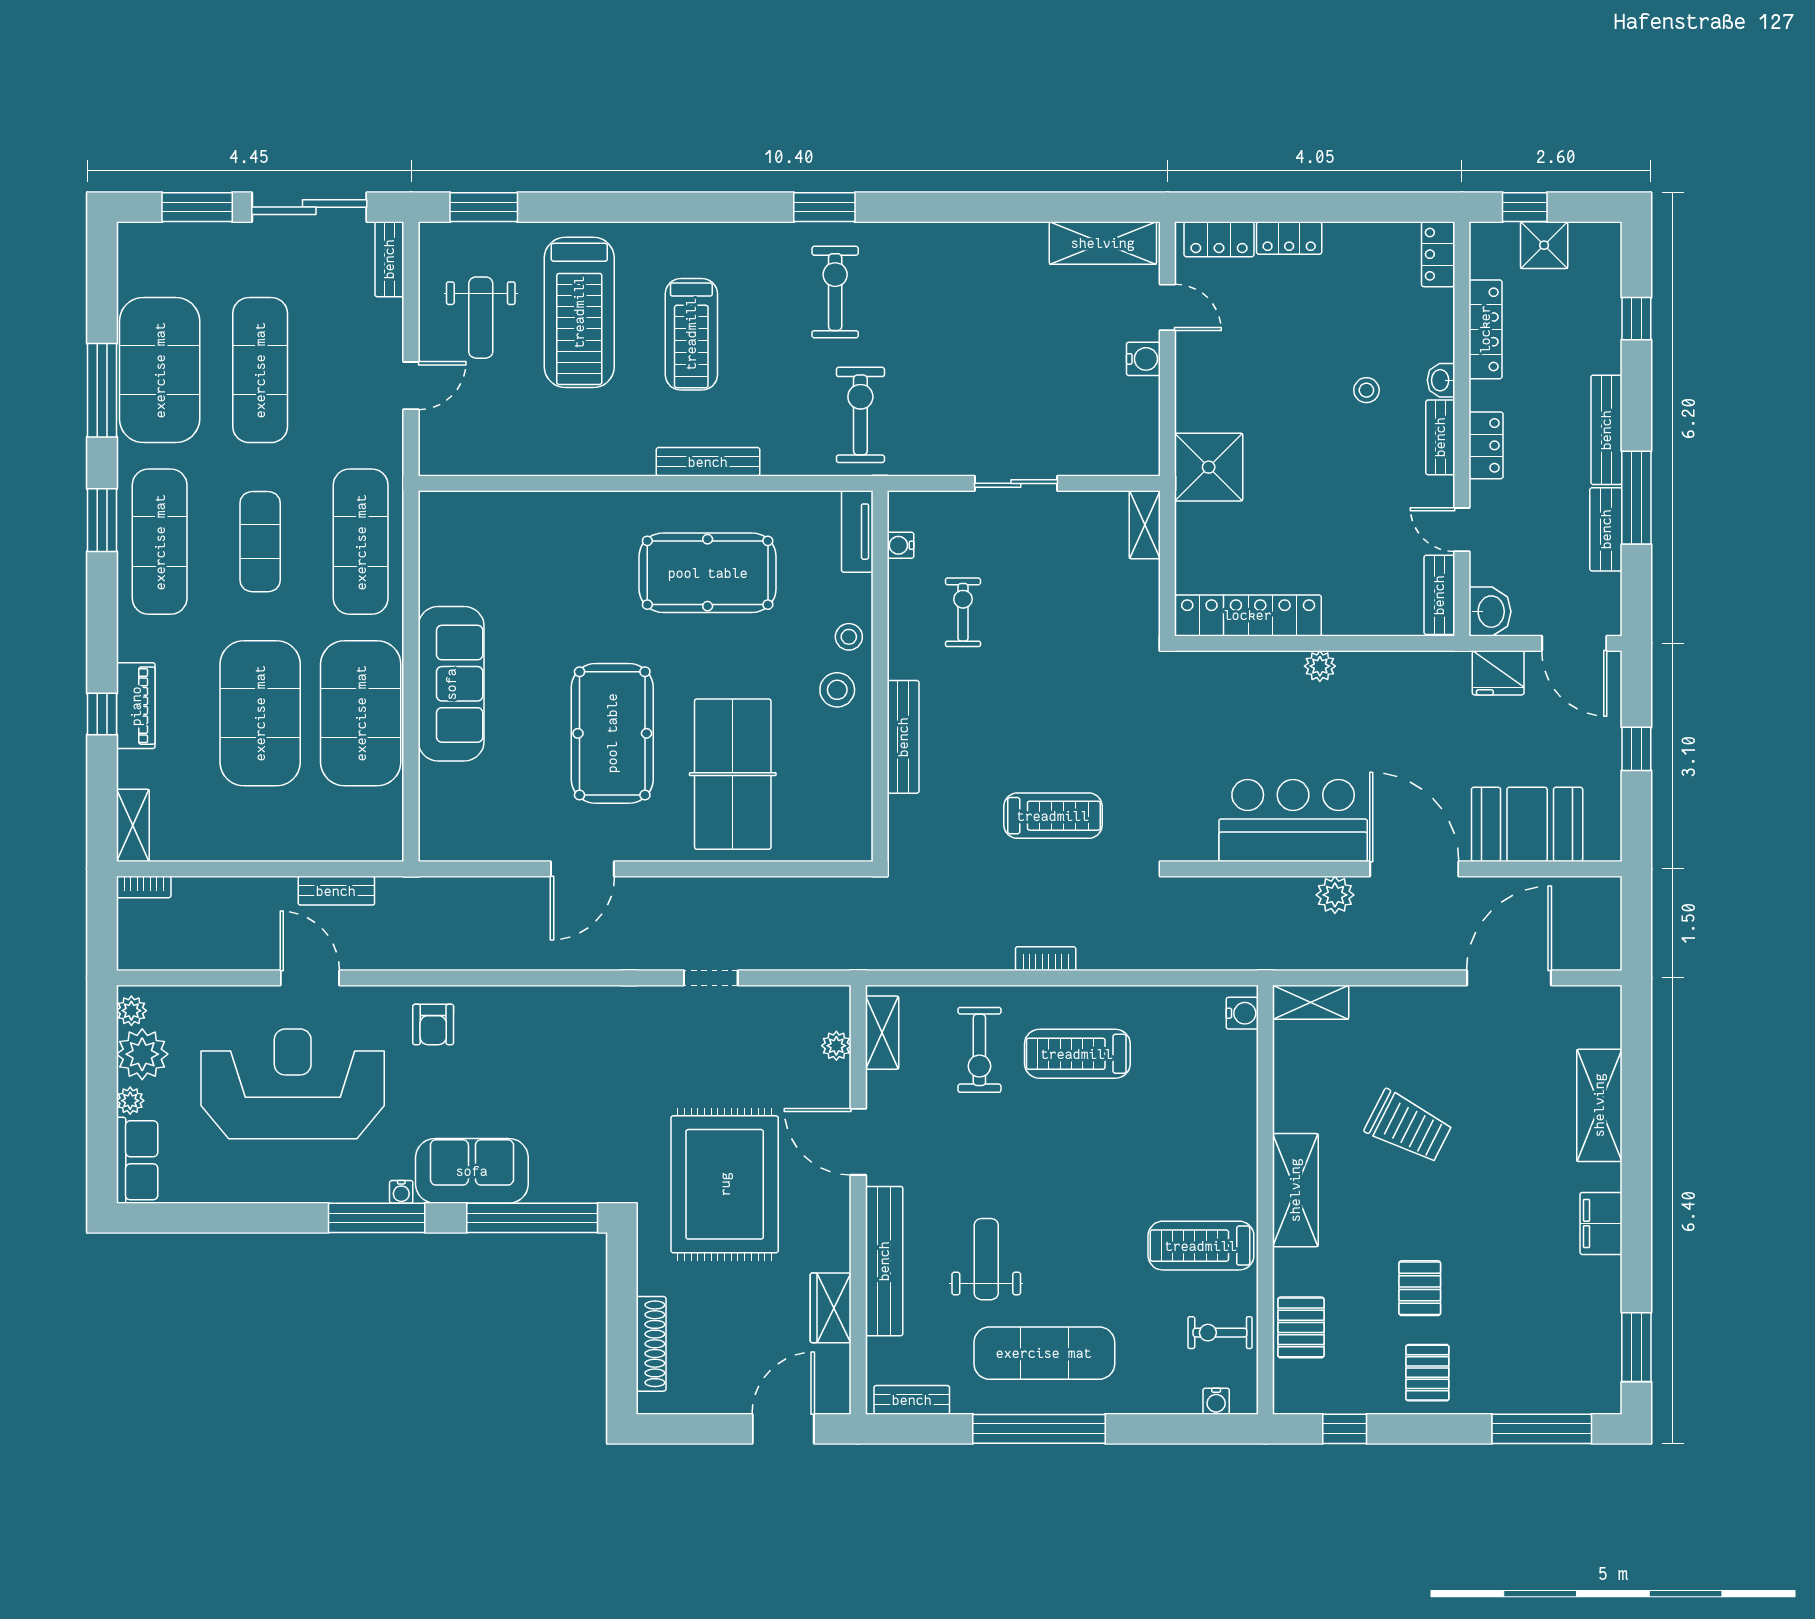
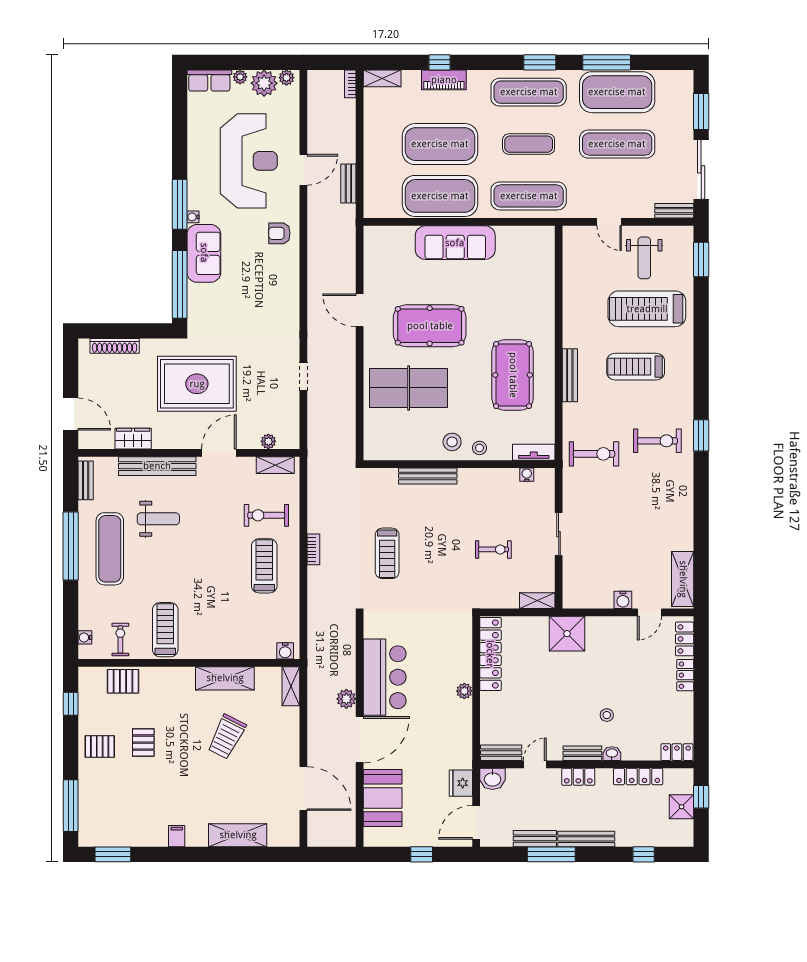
weight bench: (481, 318) -> (644, 258), turned -90
exercise bike: (963, 612) -> (493, 549), moved
shelving: (1295, 1190) -> (225, 678), moved
filing cabinet: (1601, 1223) -> (177, 836), width x0.50
pallet: (1420, 1288) -> (143, 743), turned 90

